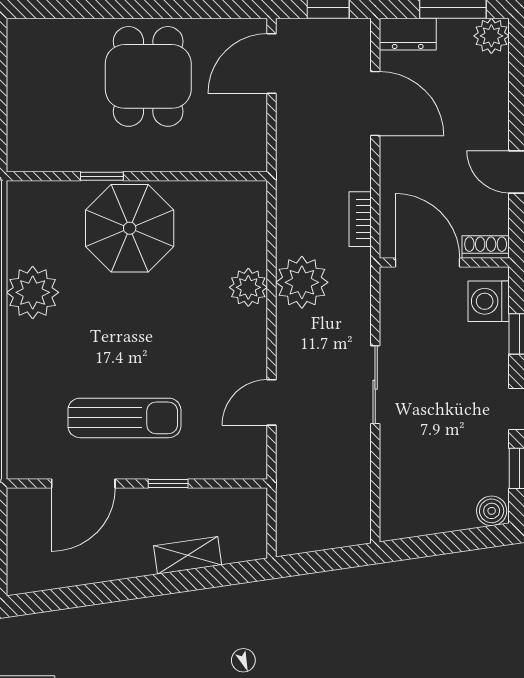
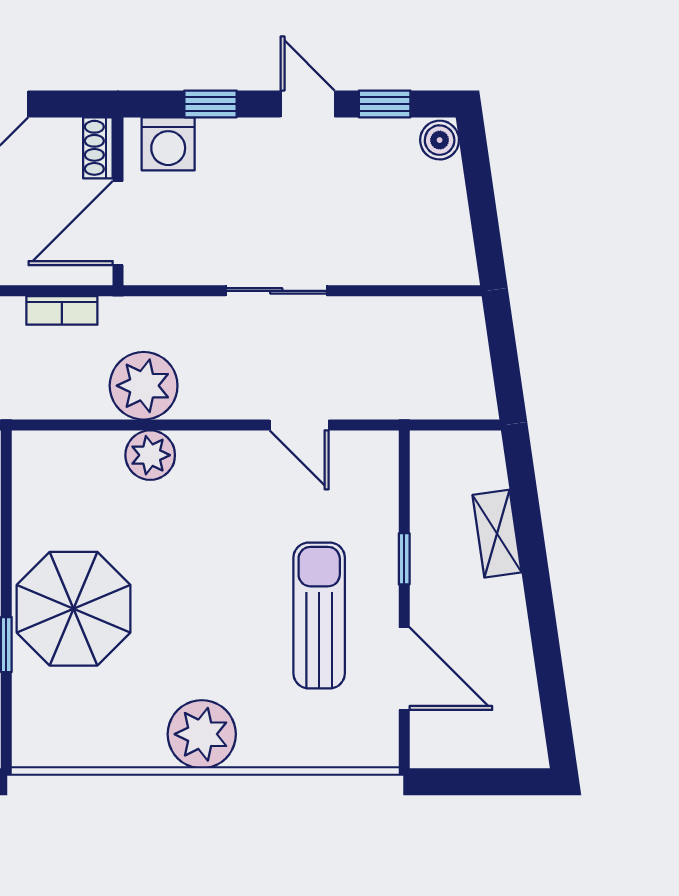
plant: (33, 292) -> (202, 734), moved

